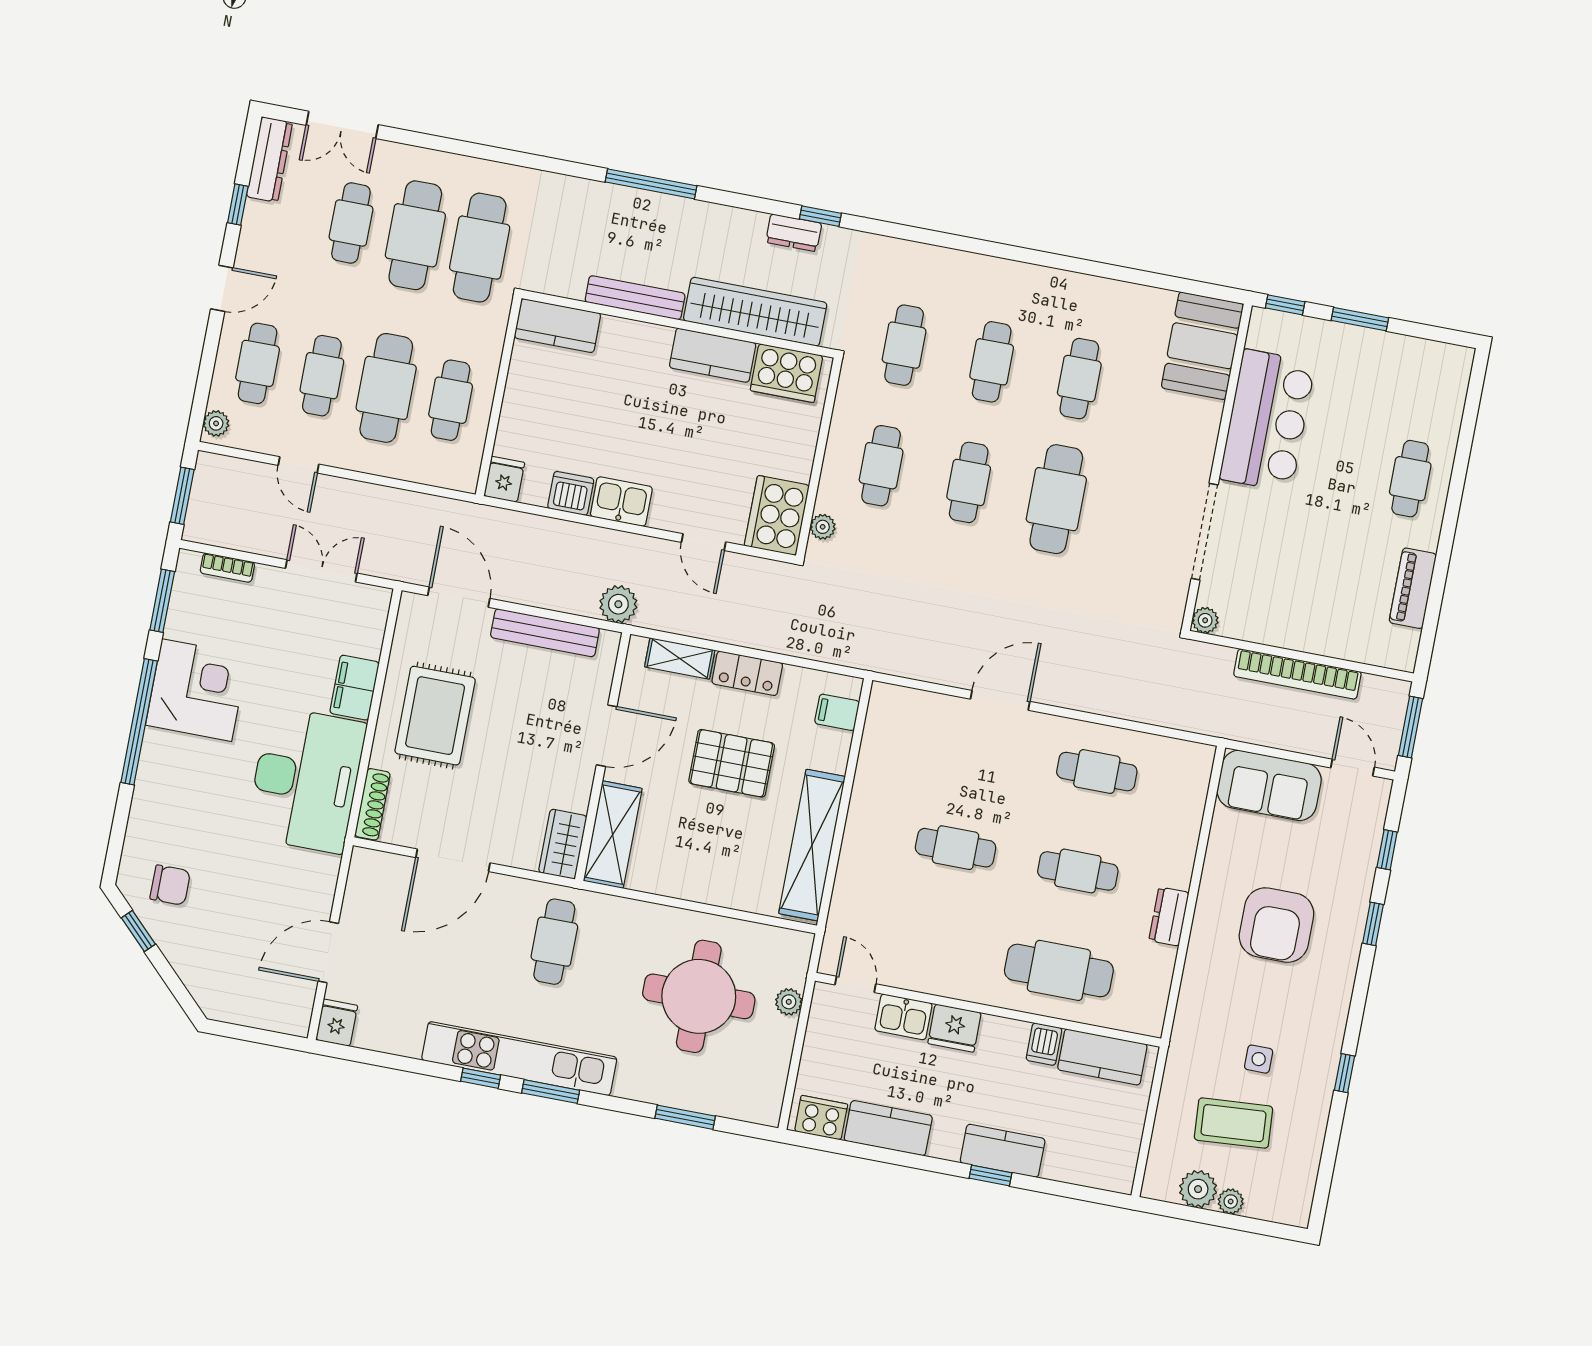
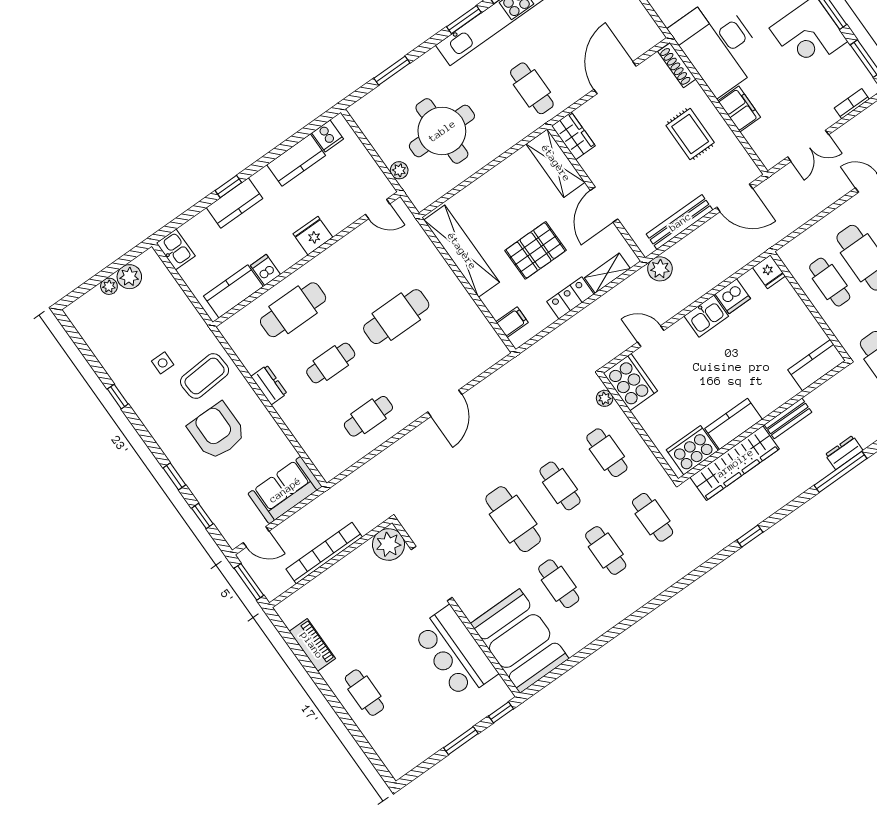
dresser: (794, 233) -> (844, 453), moved
bench: (635, 298) -> (788, 418), width x0.73
booth: (1202, 346) -> (520, 641), width x1.36, depth x1.42
plant: (1205, 620) -> (388, 544), width x1.87, depth x1.87
rug: (435, 716) -> (690, 134), width x0.73, depth x0.70
cafe table: (956, 848) -> (396, 317), width x1.37, depth x1.35
kitchen sink: (903, 1017) -> (176, 250), moved, turned 90
cooker: (821, 1118) -> (328, 136), width x0.73
coffee table: (1233, 1123) -> (205, 376), moved

